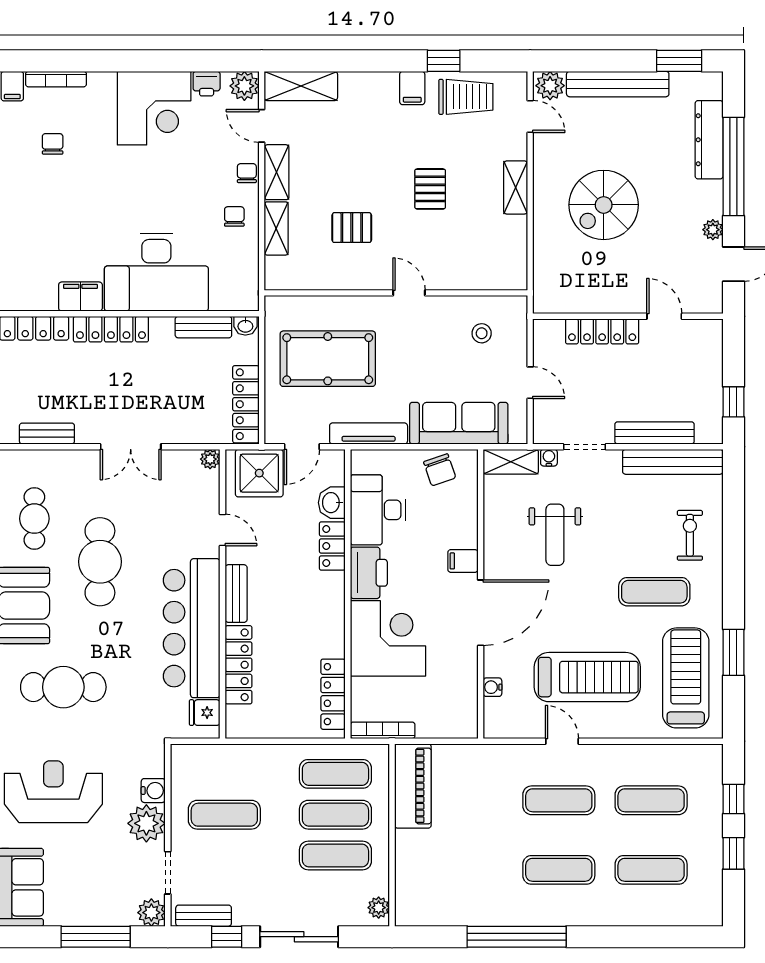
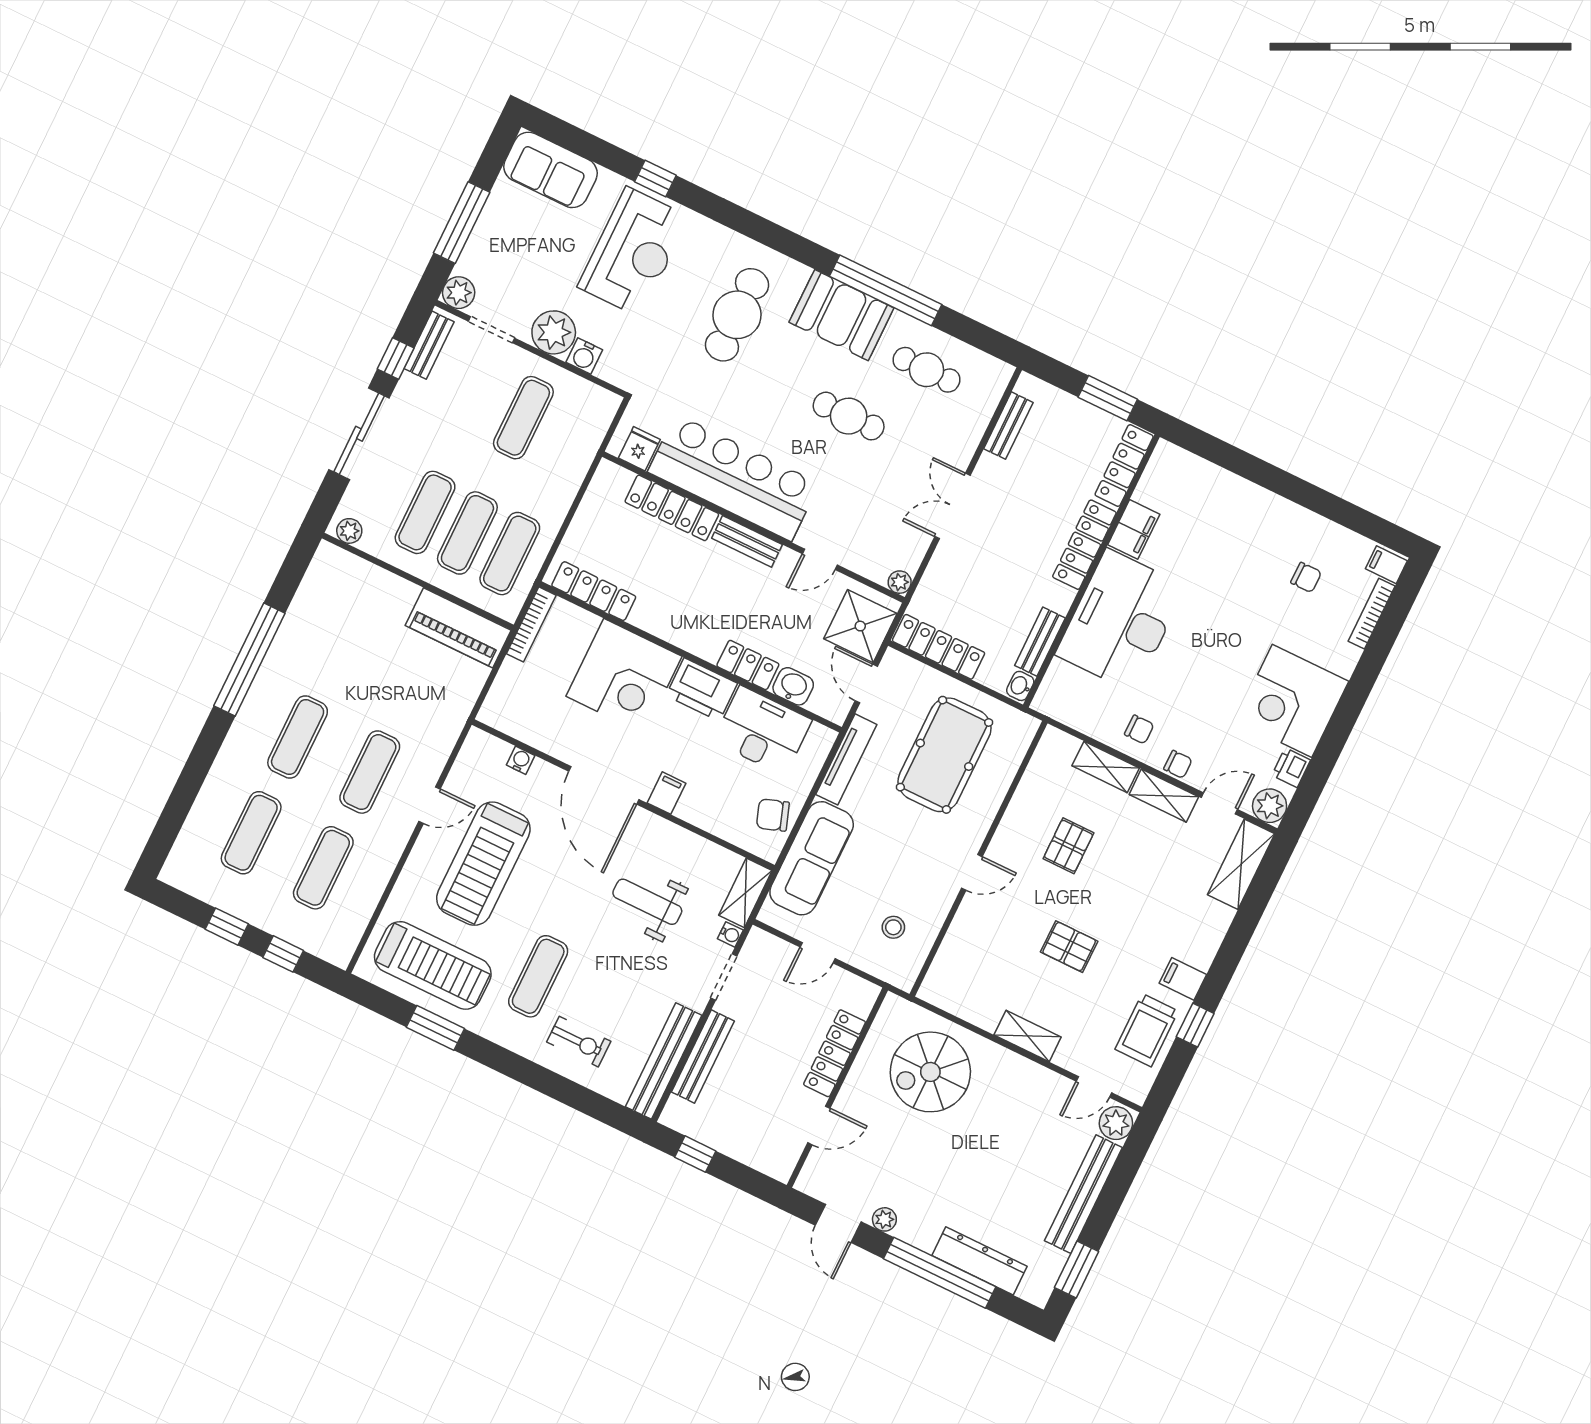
spiral stairs: (604, 205) -> (930, 1072), moved, turned -90
cafe table: (100, 562) -> (849, 416), width x0.73, depth x0.74

